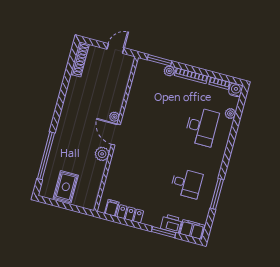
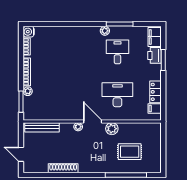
door: (116, 48) -> (21, 154), moved
shoe rack: (80, 59) -> (63, 168), moved
bench: (125, 76) -> (42, 127), added
plant: (230, 113) -> (105, 31), moved
desk: (202, 127) -> (117, 95), moved
door: (116, 134) -> (93, 121), swing flipped
rug: (66, 187) -> (130, 152), moved

